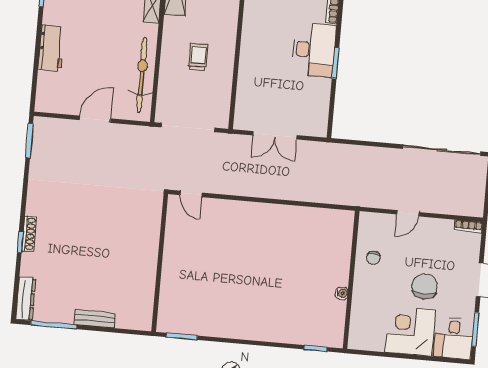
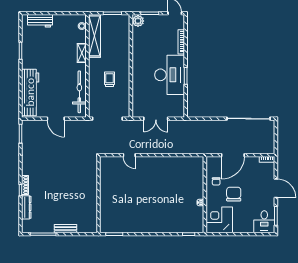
workbench: (51, 48) -> (30, 92), width x1.87, depth x1.32
desk: (314, 50) -> (170, 75), width x1.36, depth x1.30
door: (95, 119) -> (56, 119), swing flipped
door: (191, 194) -> (129, 155), moved
door: (408, 213) -> (233, 155), width x1.87
chair: (425, 286) -> (234, 194), moved
dresser: (26, 299) -> (26, 207), moved
corner desk: (410, 331) -> (219, 220), moved

